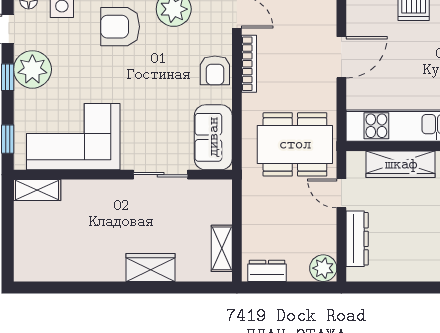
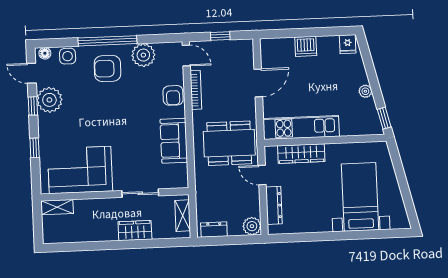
corner sofa: (73, 137) -> (80, 170), moved
wall: (123, 175) -> (115, 194), moved
sliding door: (161, 175) -> (140, 193), moved
shelving: (37, 190) -> (57, 207), moved

